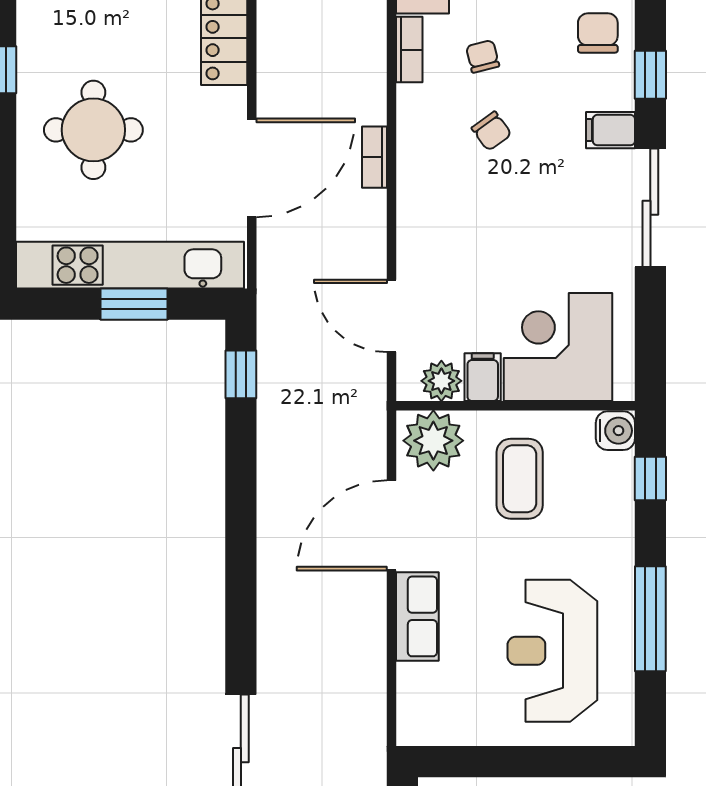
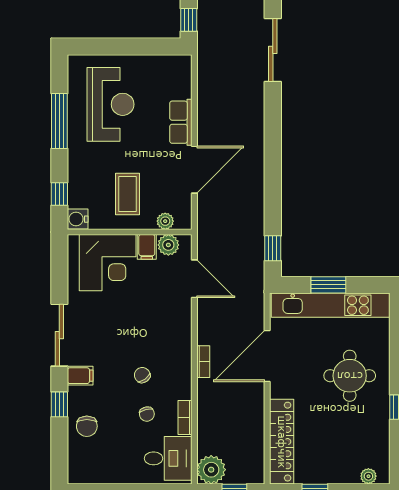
plant: (433, 441) -> (165, 221), width x0.53, depth x0.53

